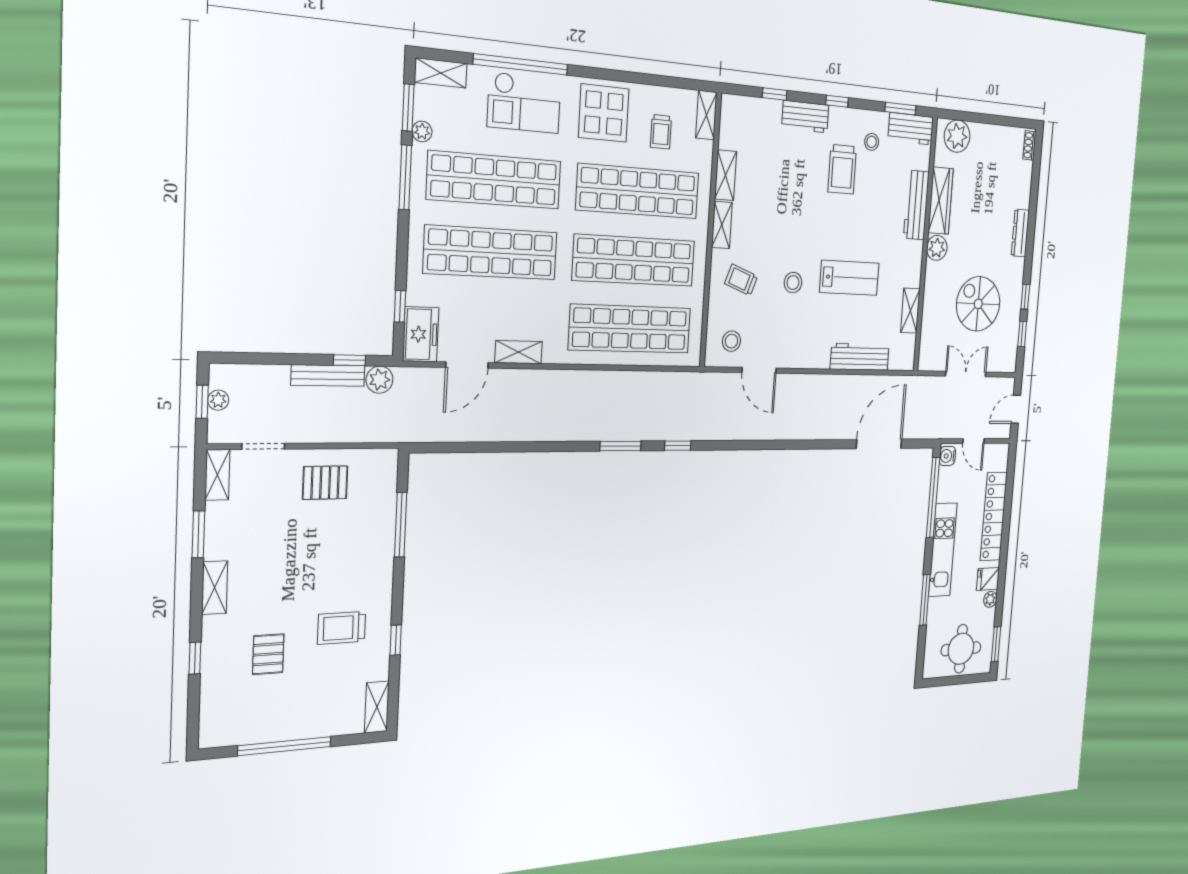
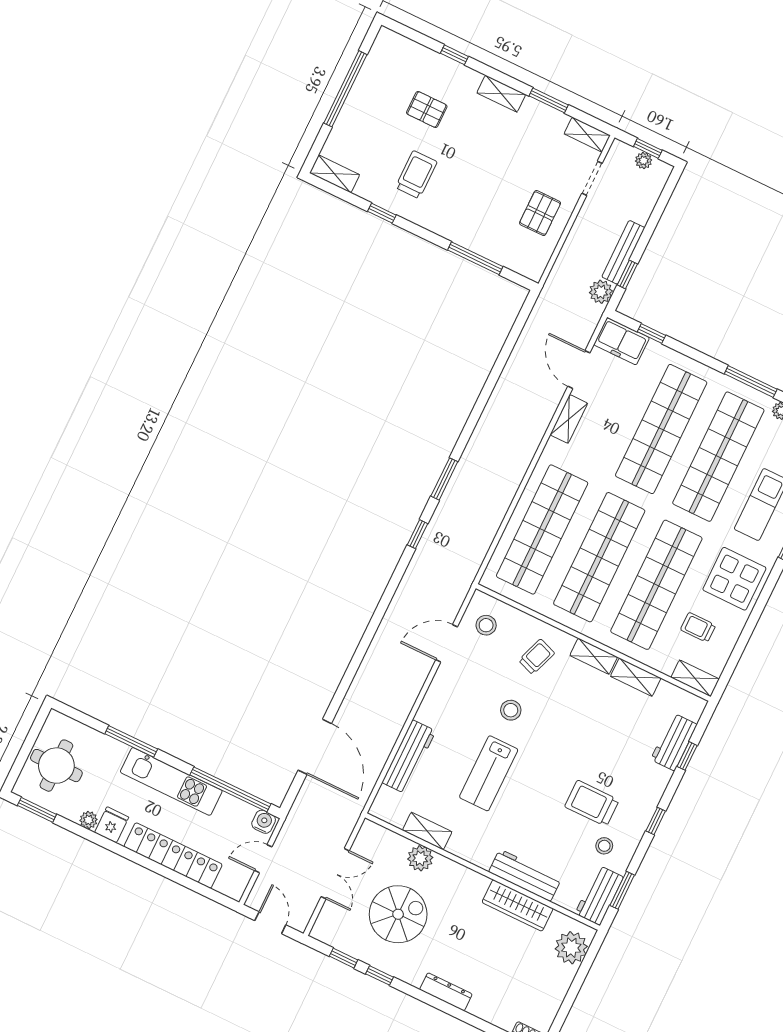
workbench: (805, 117) -> (674, 742), moved
plant: (937, 248) -> (420, 858), moved

